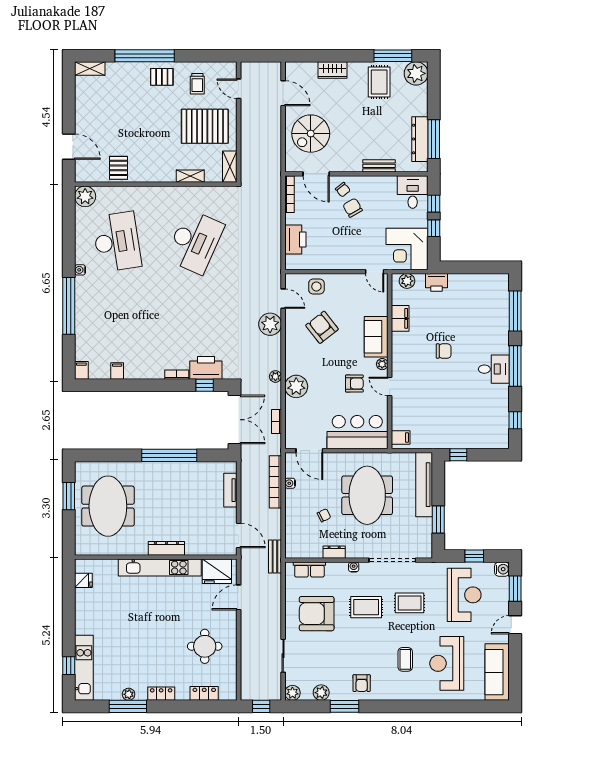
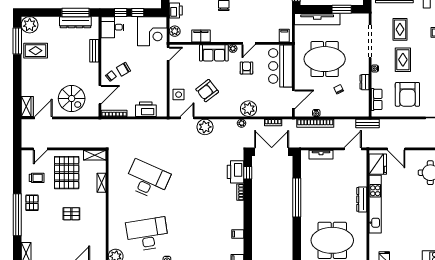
wardrobe: (332, 70) -> (27, 107), moved
pallet: (119, 168) -> (71, 214), moved

